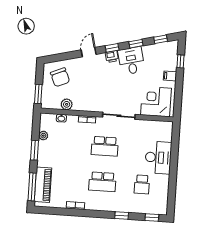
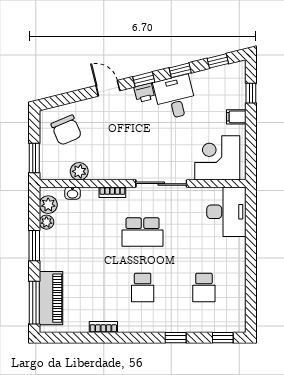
door: (89, 52) -> (108, 88), hinge flipped
plant: (45, 124) -> (48, 205), added
desk: (158, 157) -> (226, 212), moved
school desk: (102, 182) -> (143, 287), width x0.54

